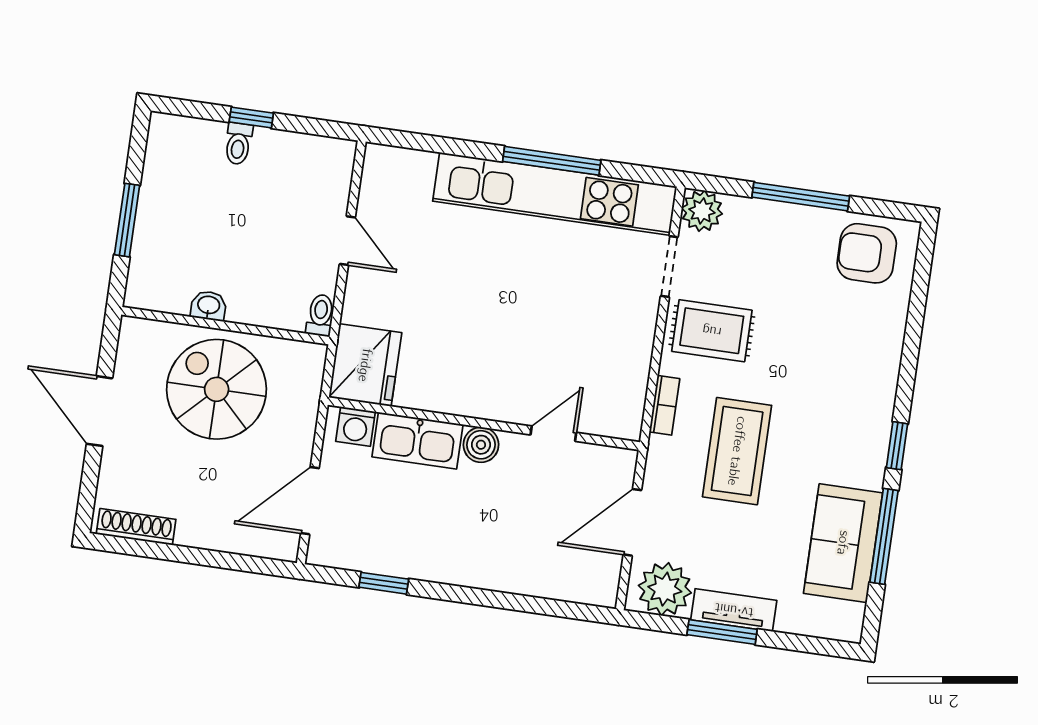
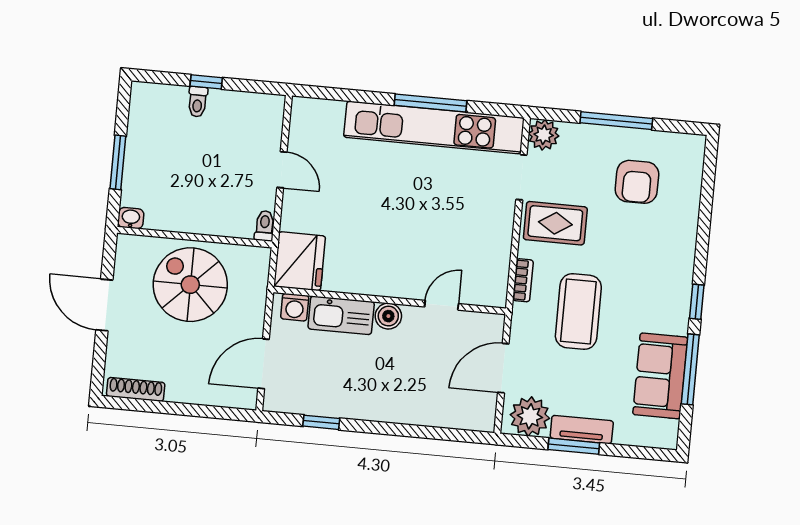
armchair: (867, 253) -> (637, 182), moved, turned -90
washbasin: (209, 306) -> (131, 218), moved

